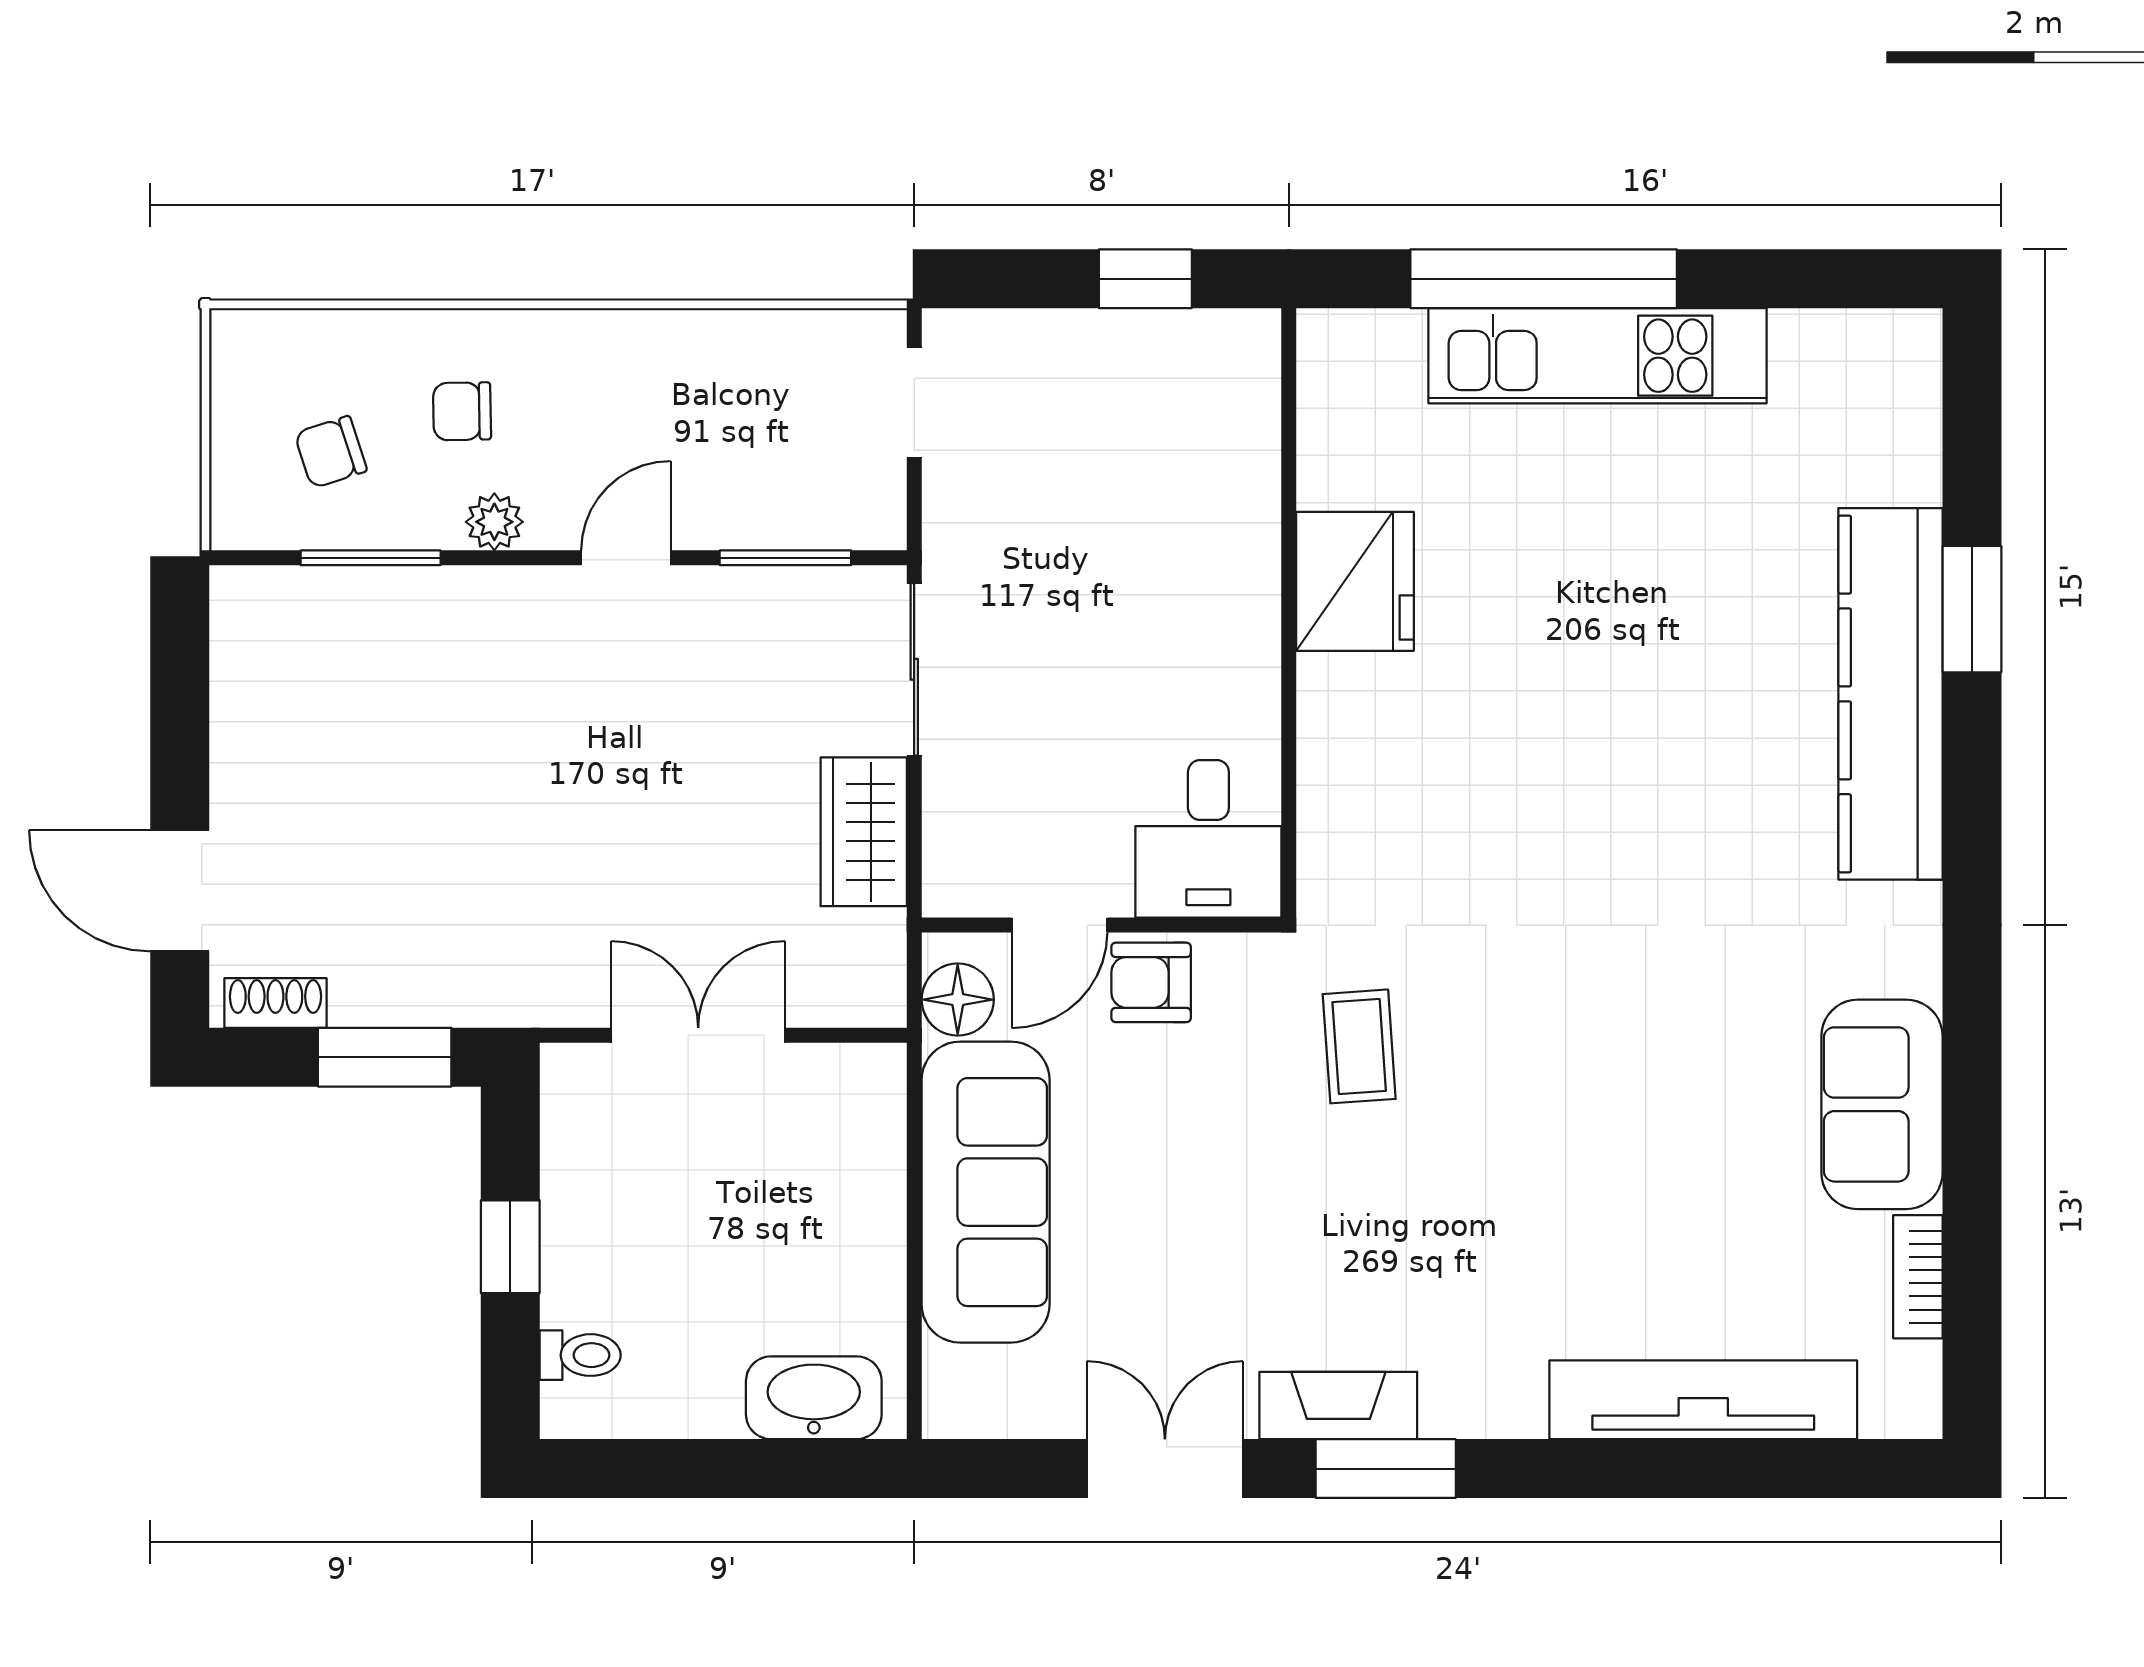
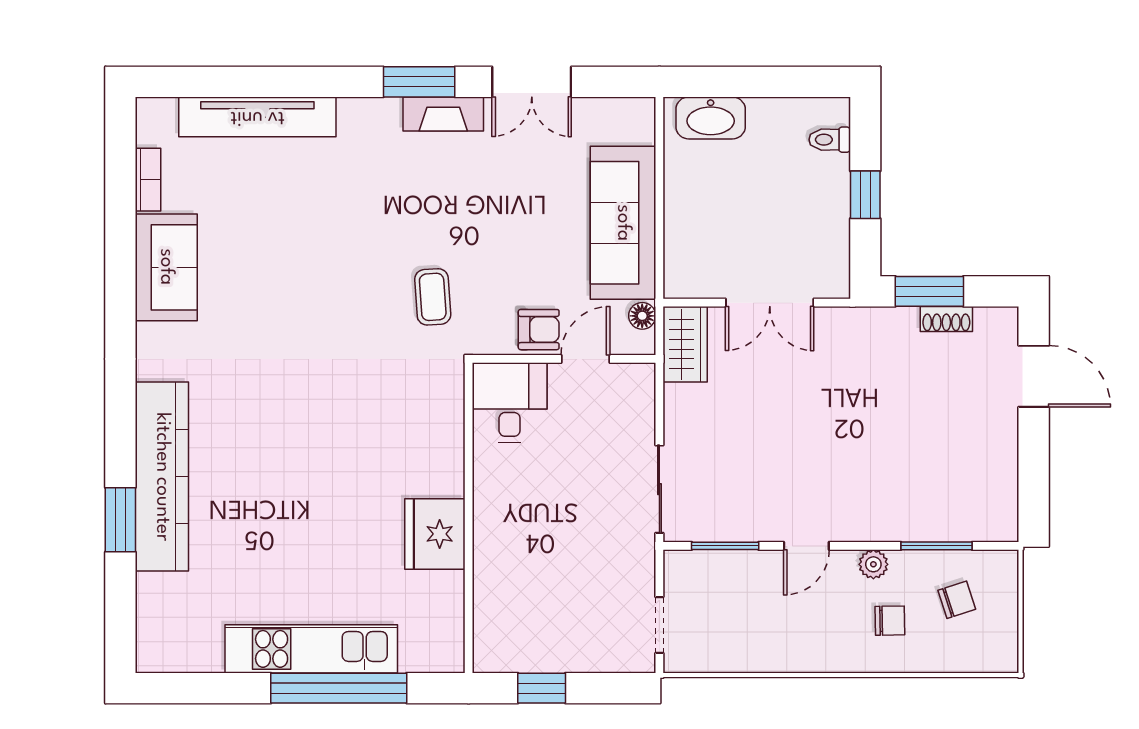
wardrobe: (864, 832) -> (685, 344), moved
floor lamp: (958, 1000) -> (642, 316), width x0.73, depth x0.73
shoe rack: (275, 1003) -> (946, 319), moved

